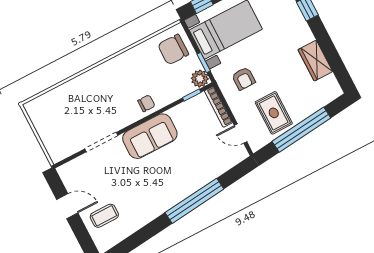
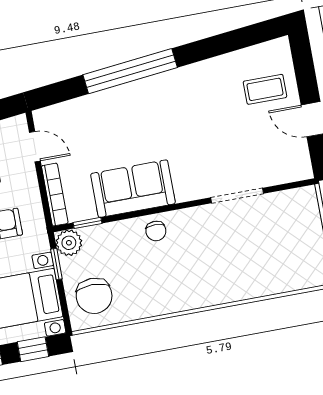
chair: (173, 50) -> (94, 296), turned 90
chair: (146, 103) -> (156, 231), turned -90
sofa: (150, 136) -> (133, 189), moved

